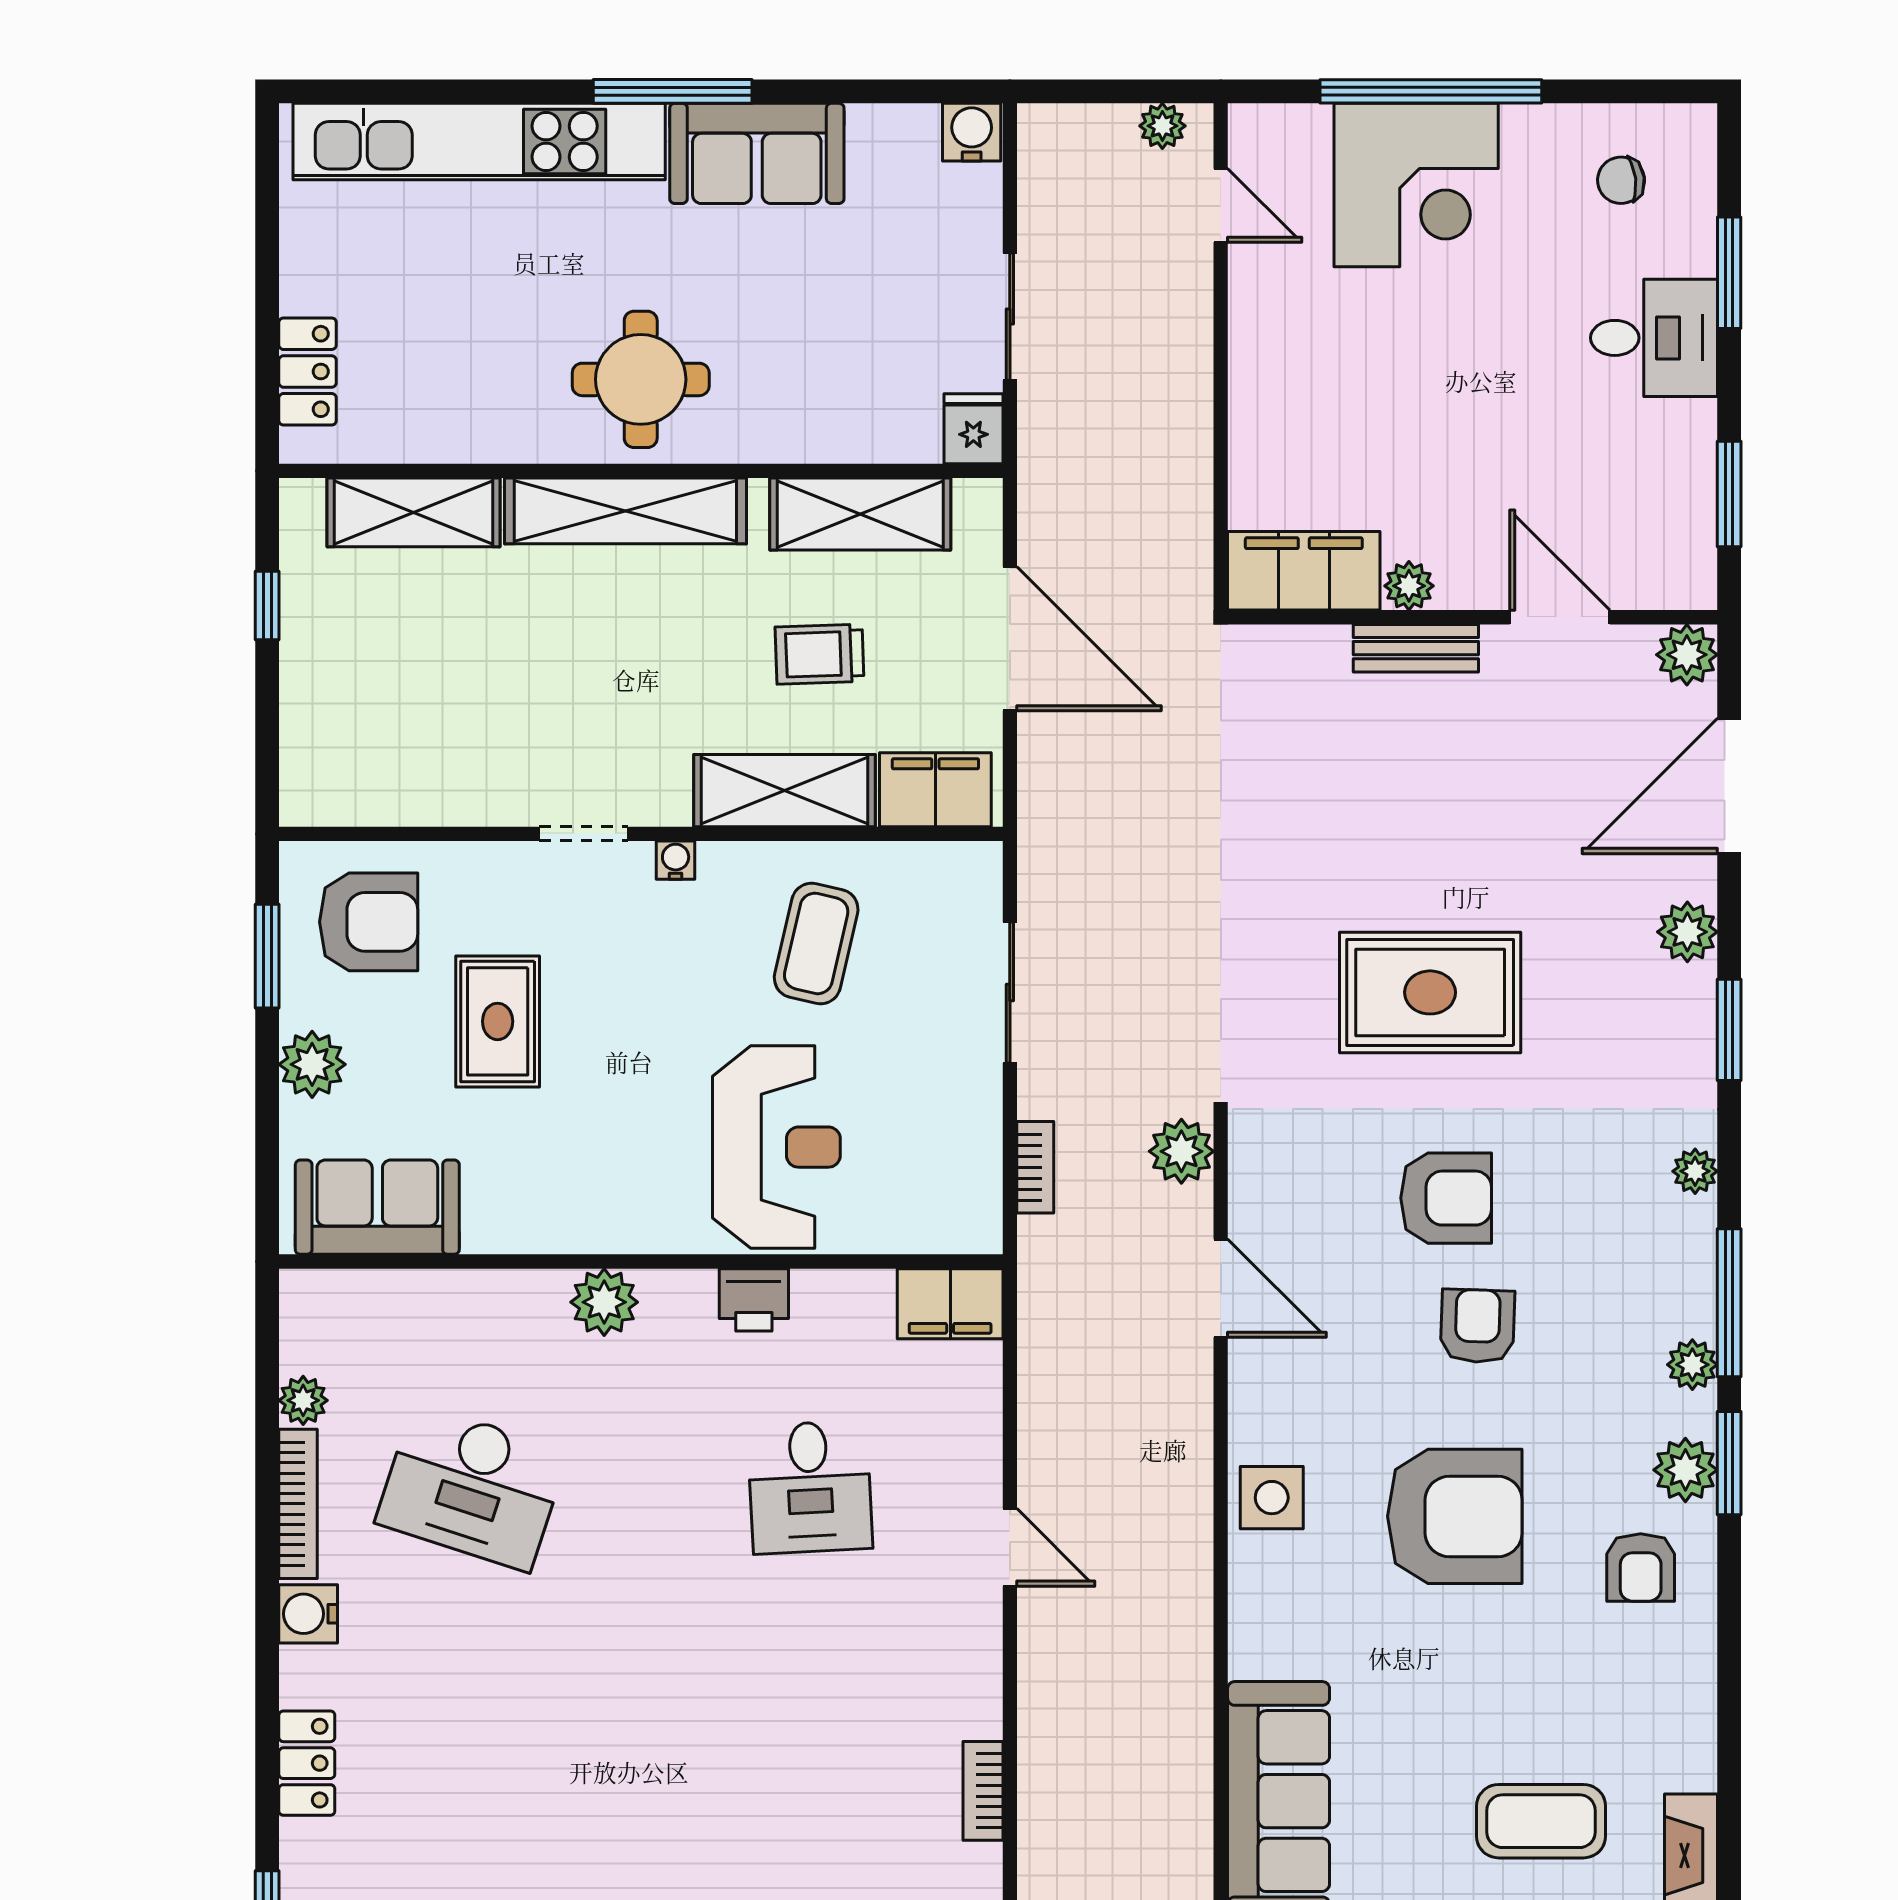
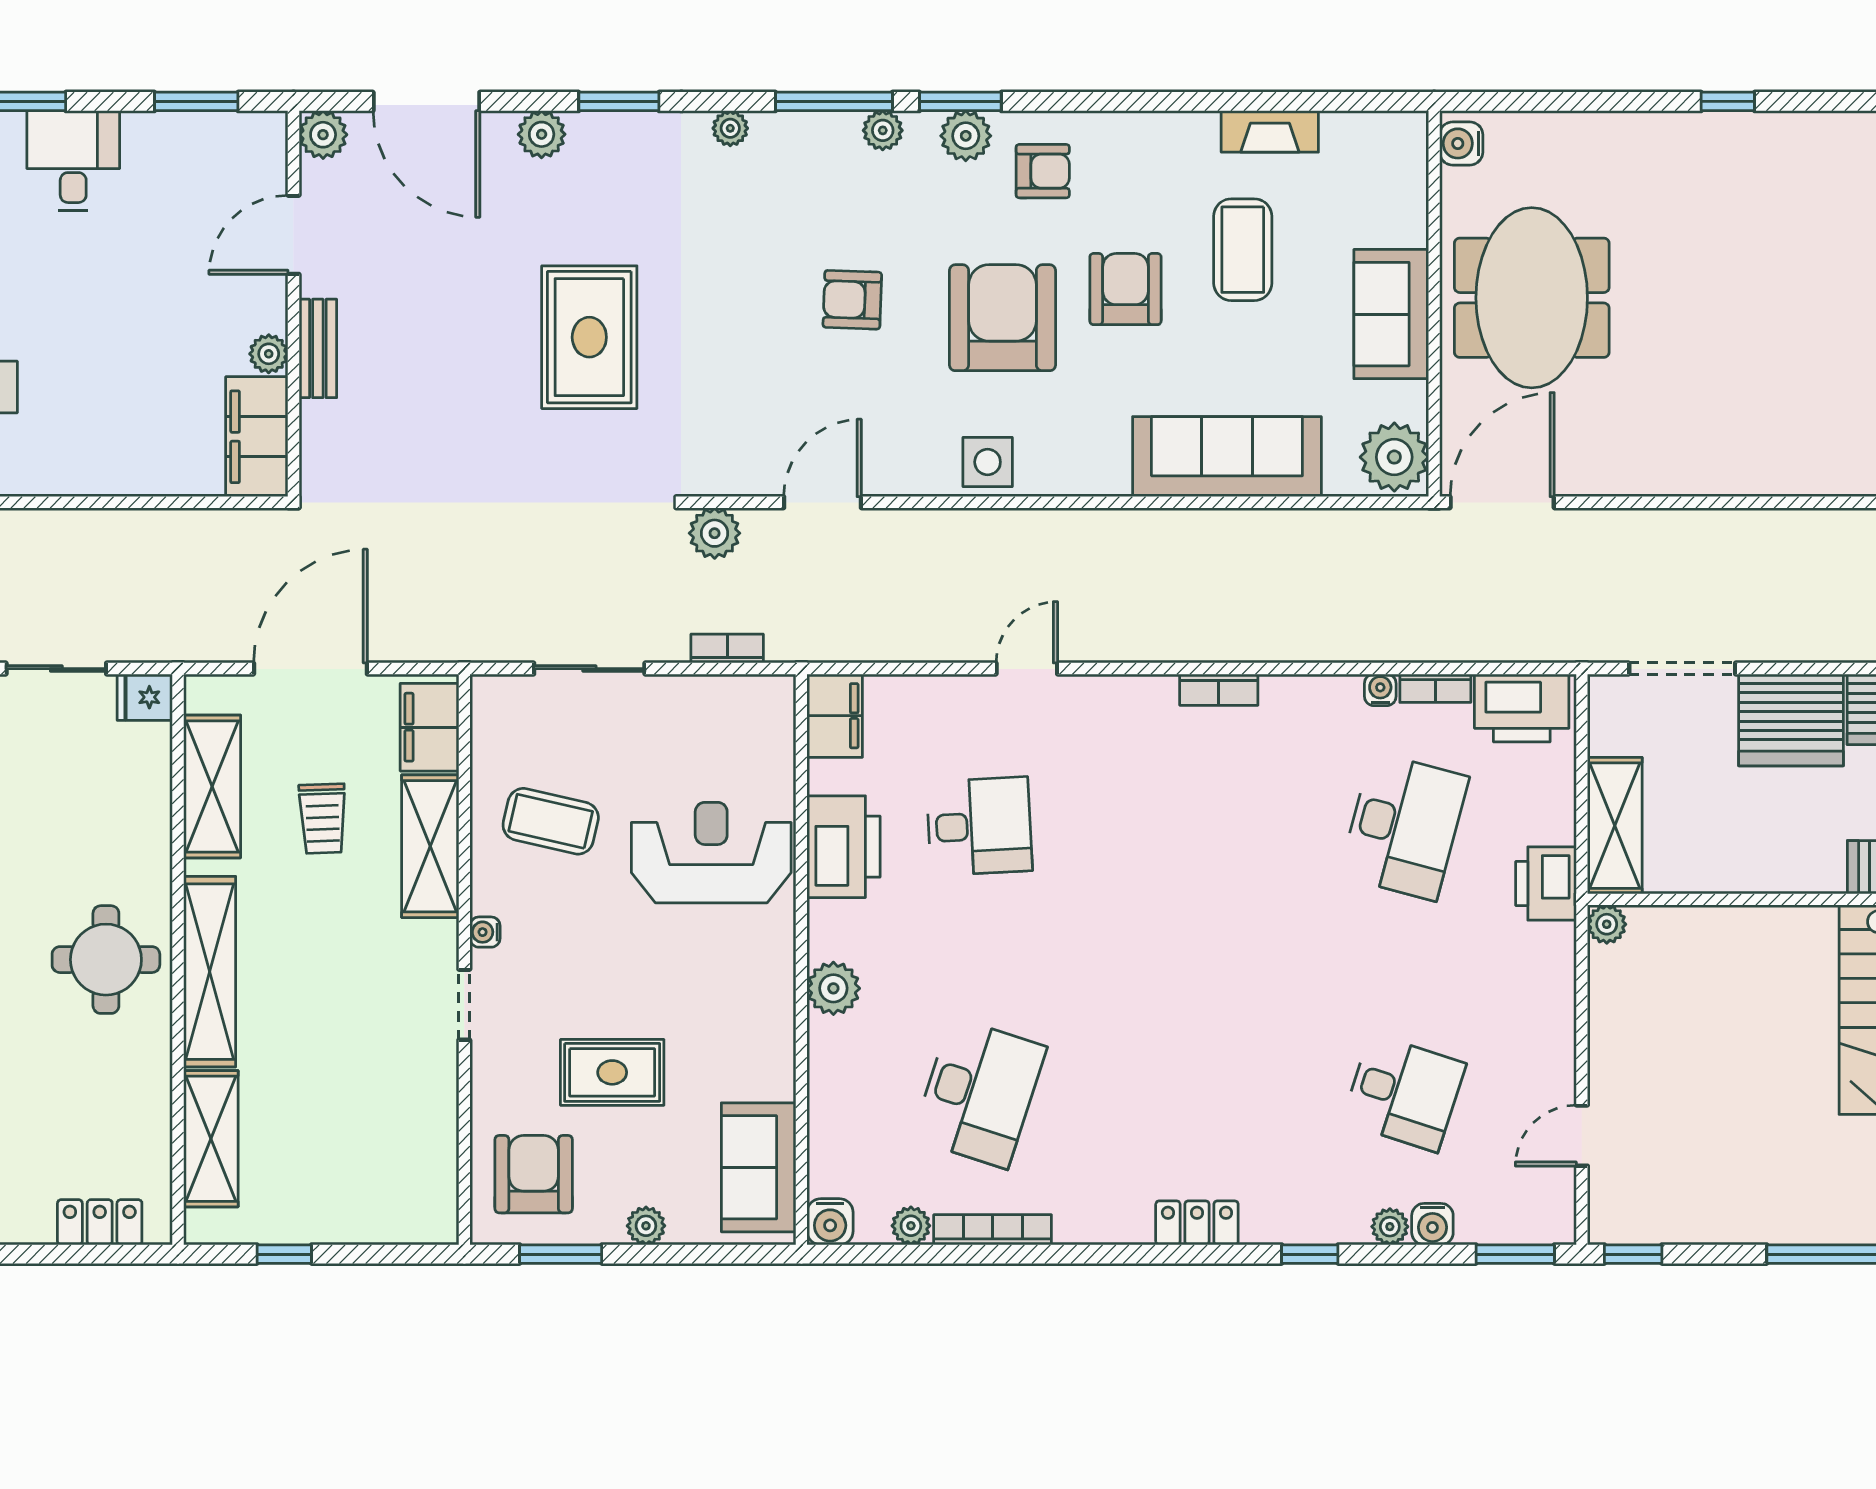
plant: (312, 1064) -> (646, 1226), width x0.73, depth x0.73
armchair: (1446, 1198) -> (1125, 289), moved
printer: (754, 1300) -> (844, 847), width x1.87, depth x1.48
water cooler: (308, 1614) -> (830, 1222), moved

